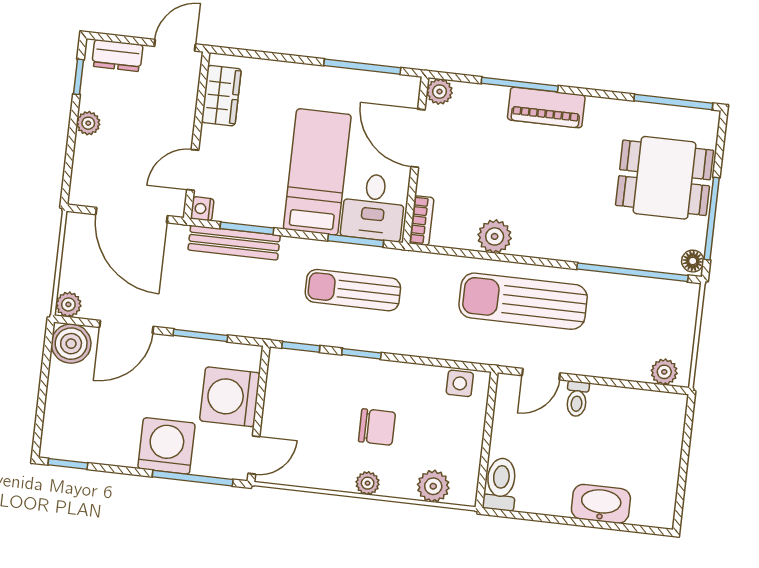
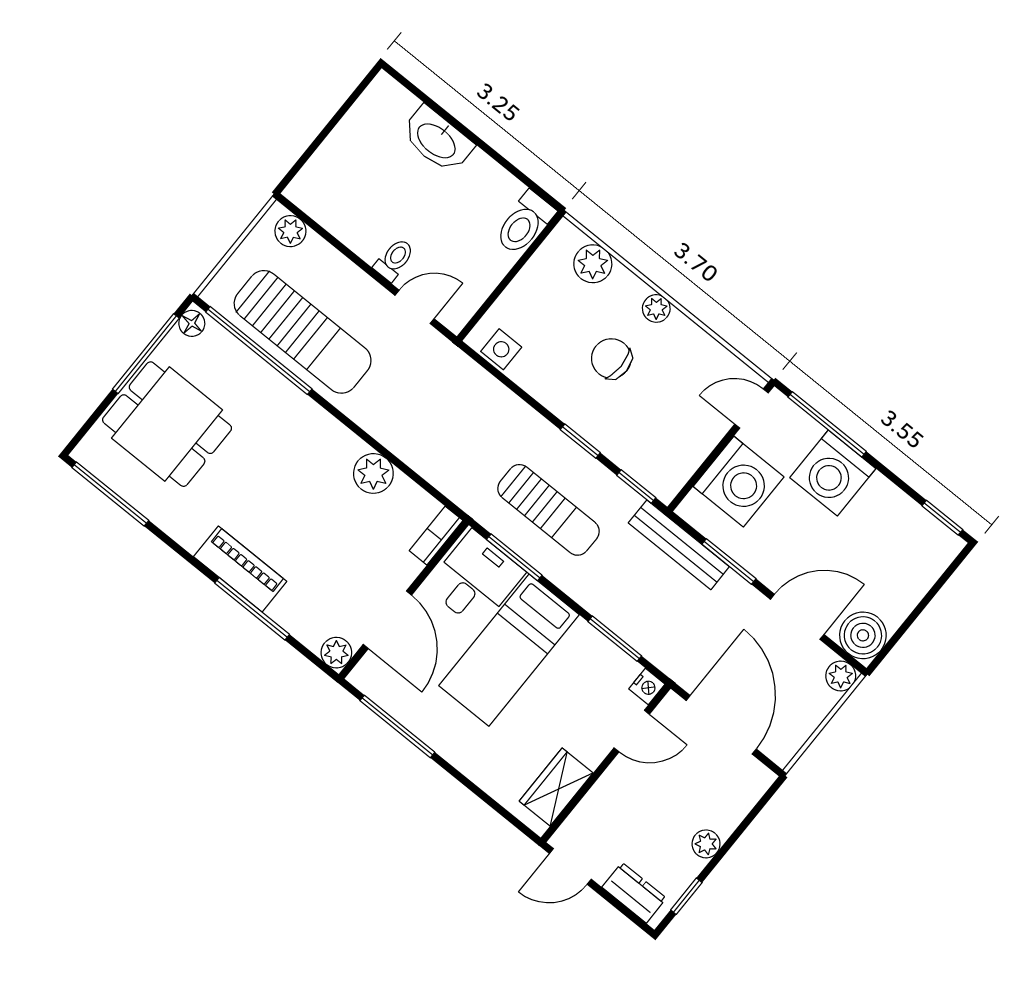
bench: (234, 243) -> (679, 545), moved
sun lounger: (523, 301) -> (303, 332), moved

